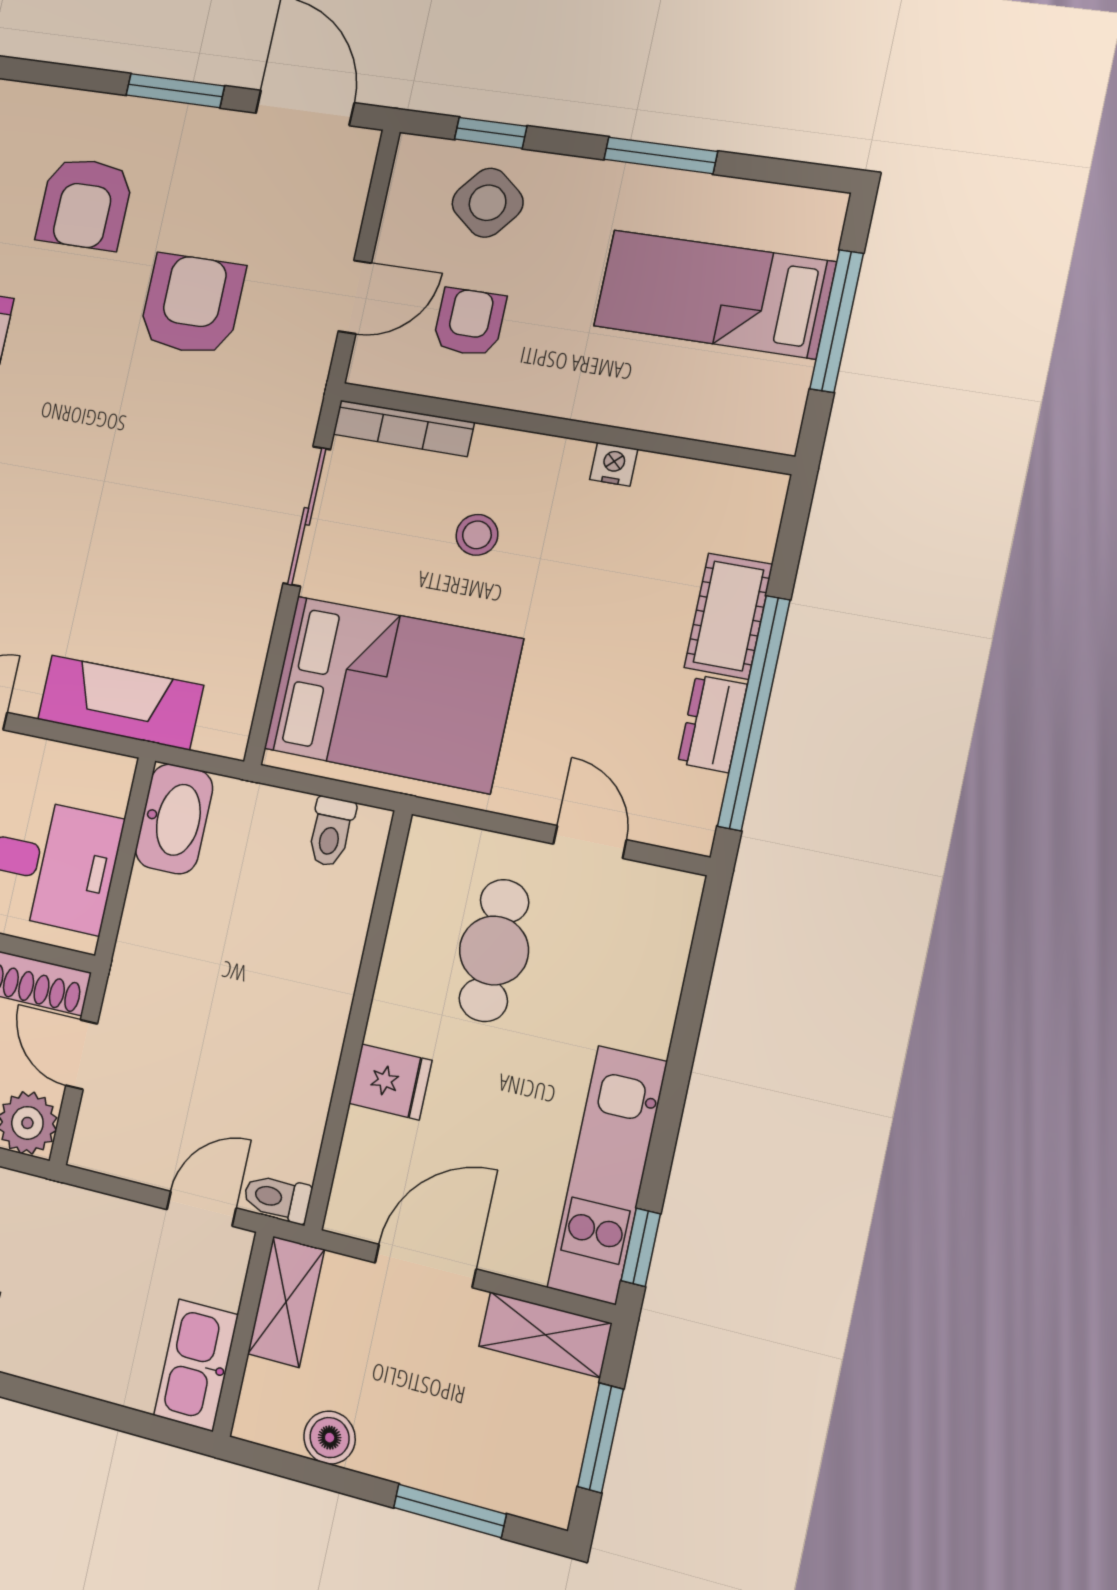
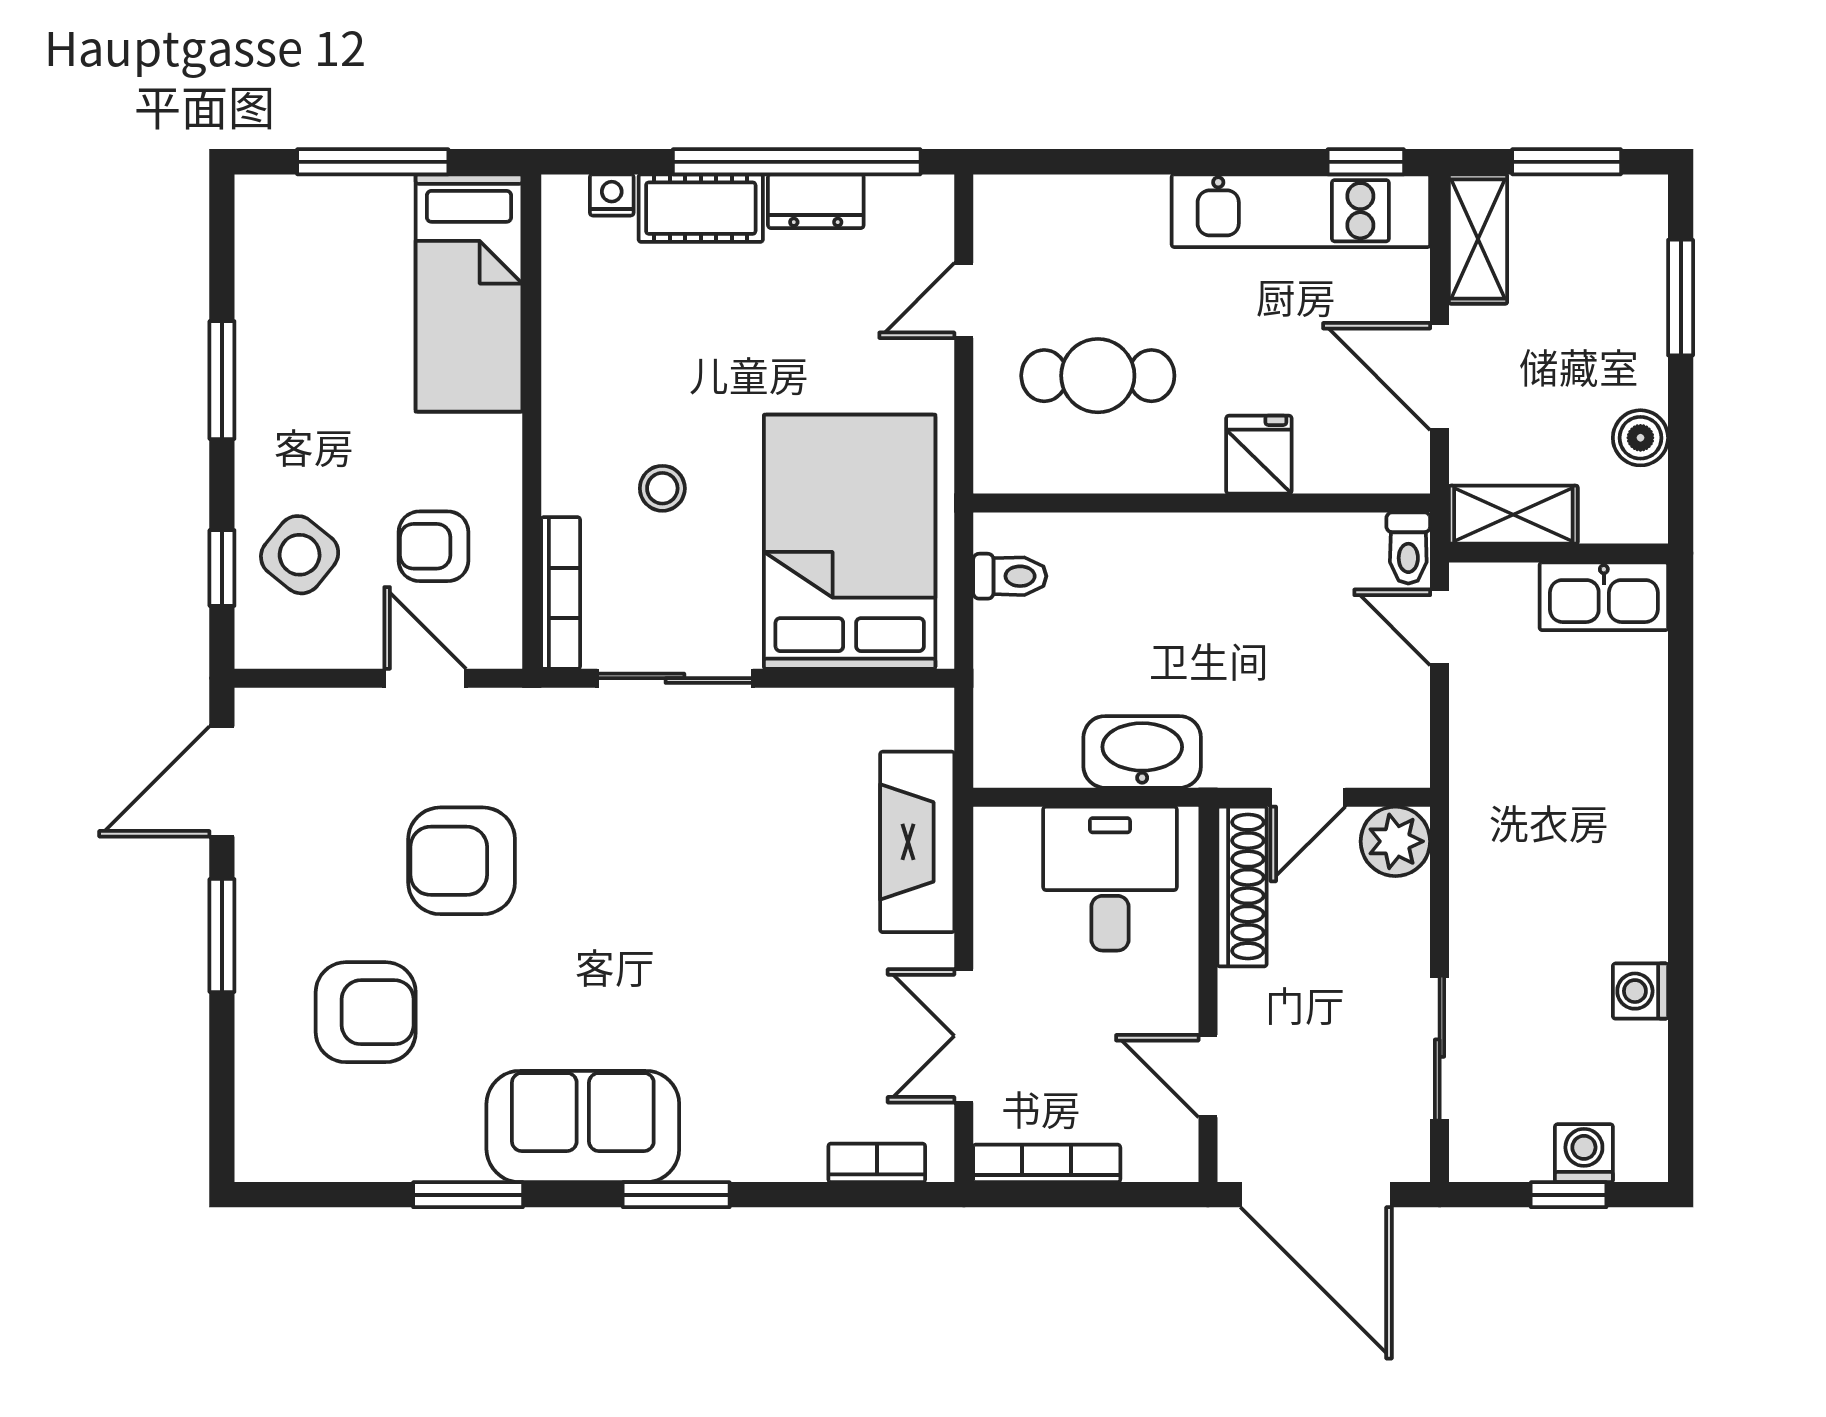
bed: (714, 294) -> (469, 293), moved
nightstand: (614, 464) -> (612, 195), moved, turned 90
washbasin: (174, 819) -> (1142, 752), moved

